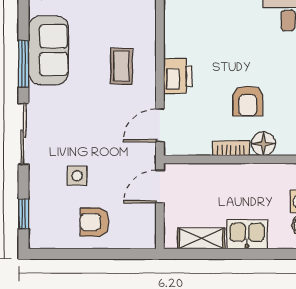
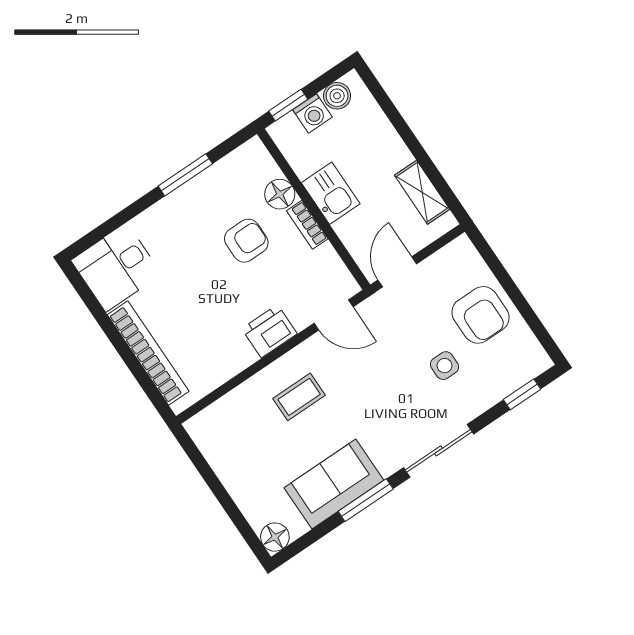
door: (160, 186) -> (397, 272), swing flipped
armchair: (94, 222) -> (480, 315), width x1.38, depth x1.38
kitchen sink: (247, 234) -> (331, 193), moved, turned 180

